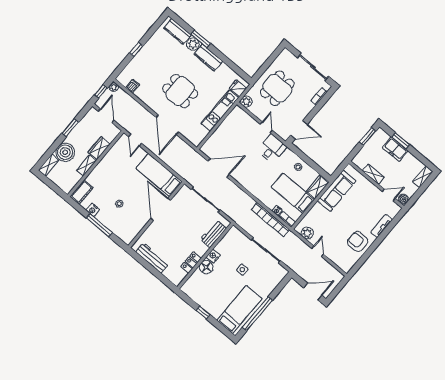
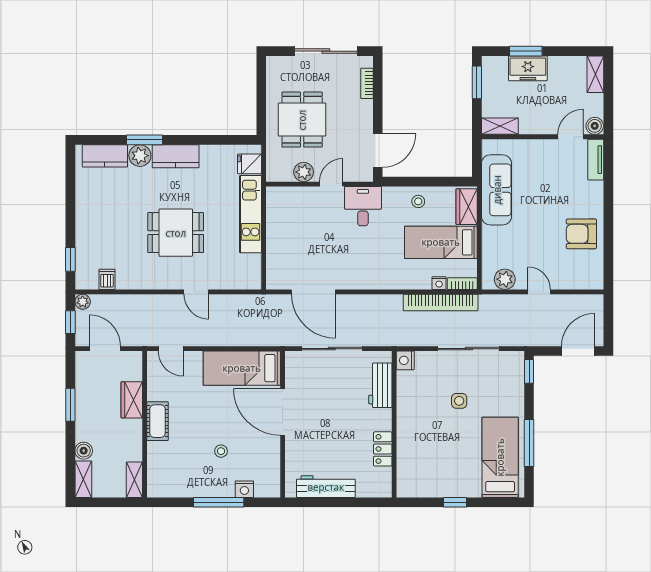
window: (136, 49) -> (70, 259), moved
plant: (246, 101) -> (304, 172), moved
door: (167, 125) -> (196, 292), width x0.53
door: (266, 127) -> (331, 184), hinge flipped
boiler: (65, 152) -> (84, 451), width x0.54, depth x0.54
shelving: (86, 166) -> (134, 480), moved
door: (219, 168) -> (313, 292), swing flipped
shelving: (373, 174) -> (500, 126), moved
cot: (82, 192) -> (158, 421), moved
nightstand: (93, 210) -> (244, 489), moved
tv unit: (382, 226) -> (596, 160), moved
nightstand: (213, 256) -> (405, 360), moved
floor lamp: (206, 267) -> (408, 438), removed
window: (284, 282) -> (529, 371), added
window: (257, 314) -> (529, 443), width x0.68

